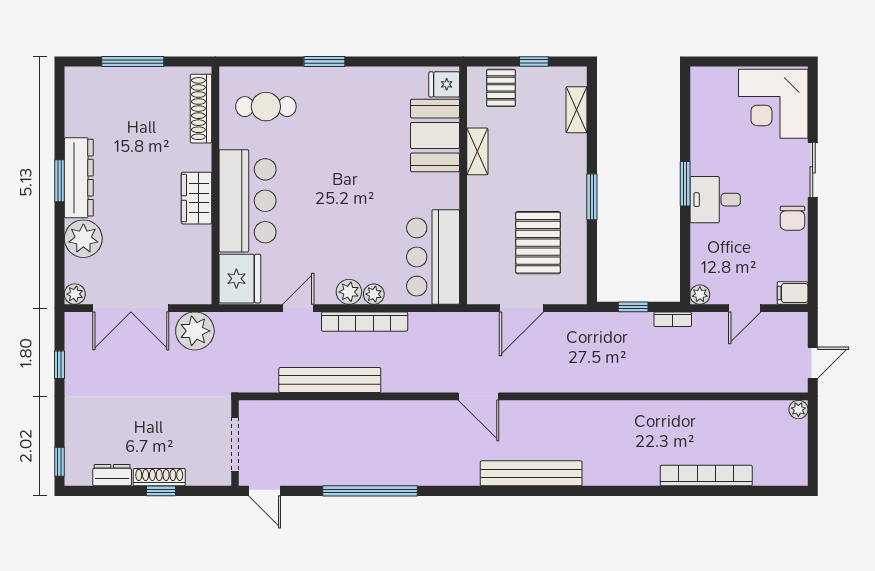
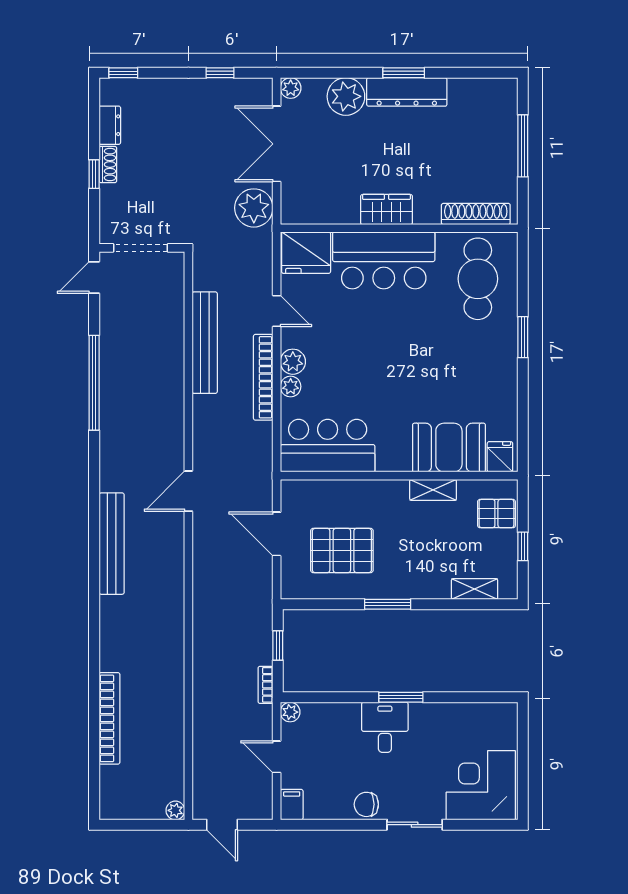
cafe table: (266, 107) -> (478, 279), width x1.37, depth x1.35
shoe rack: (159, 477) -> (108, 164), width x0.70

